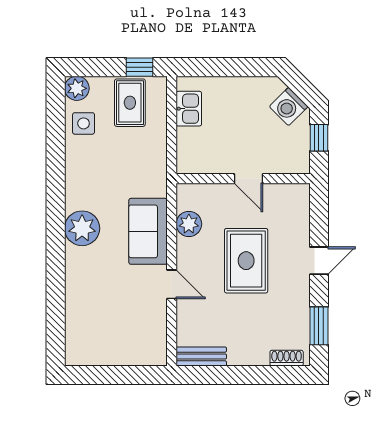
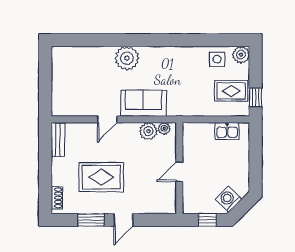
plant: (185, 201) -> (164, 128), added
plant: (82, 228) -> (127, 58), moved
rug: (246, 261) -> (101, 177), moved
door: (319, 261) -> (123, 220), hinge flipped
window: (319, 326) -> (91, 220), moved

